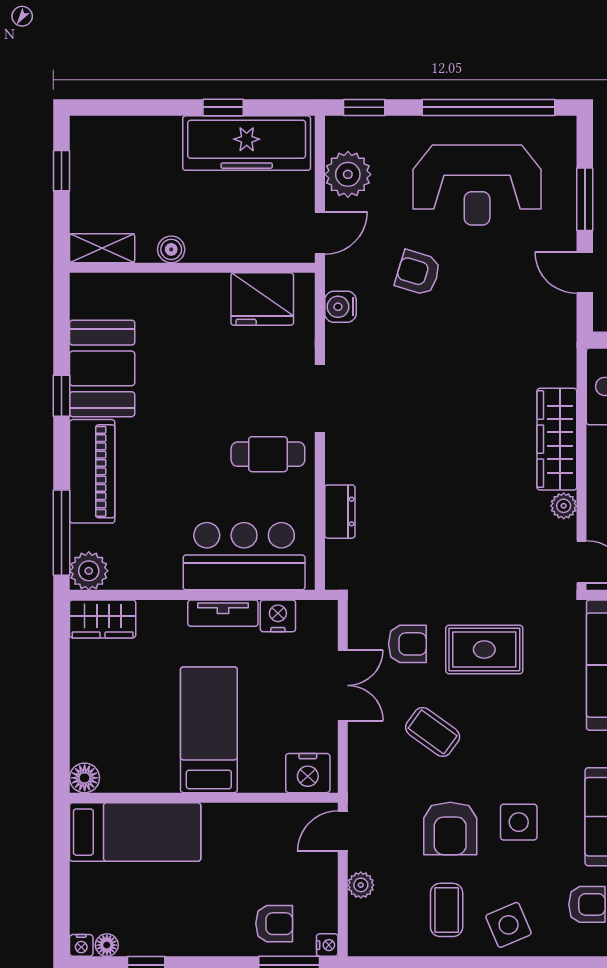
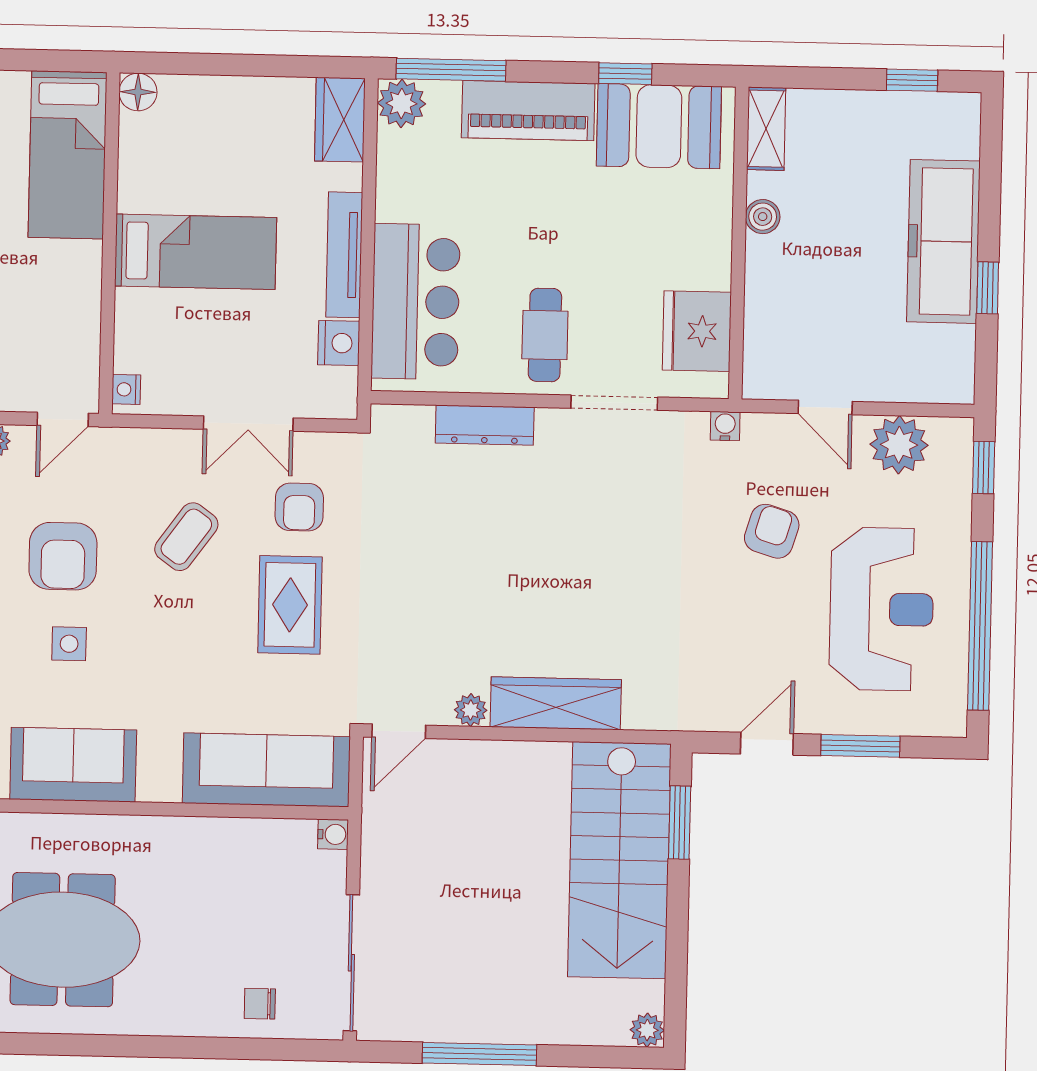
freezer: (247, 143) -> (943, 241), moved
reception desk: (477, 185) -> (882, 609), turned 180
shelving: (102, 248) -> (766, 129), moved
boiler: (171, 249) -> (763, 217), moved
wall: (192, 268) -> (739, 243), moved
fridge: (262, 299) -> (697, 331), moved
water cooler: (340, 307) -> (725, 426), width x0.72, depth x0.72
dresser: (340, 512) -> (485, 425), width x1.44
tv unit: (223, 613) -> (344, 255), width x1.41
nightstand: (308, 773) -> (126, 389), width x0.53, depth x0.56
side table: (519, 822) -> (69, 644), width x0.73, depth x0.73
armchair: (450, 828) -> (63, 556), turned -90
door: (343, 831) -> (63, 419), swing flipped

